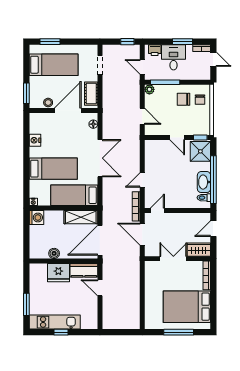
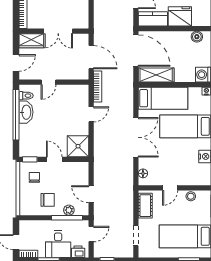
door: (142, 67) -> (91, 234), hinge flipped
plant: (149, 89) -> (69, 210), moved
chair: (200, 100) -> (34, 177), moved
door: (68, 110) -> (170, 188), width x0.53
door: (142, 116) -> (91, 194), moved
shower: (200, 151) -> (78, 146), moved
double door: (100, 158) -> (136, 137), swing flipped
door: (157, 210) -> (48, 82), moved
door: (100, 240) -> (136, 51), hinge flipped
boiler: (54, 253) -> (197, 37), moved

